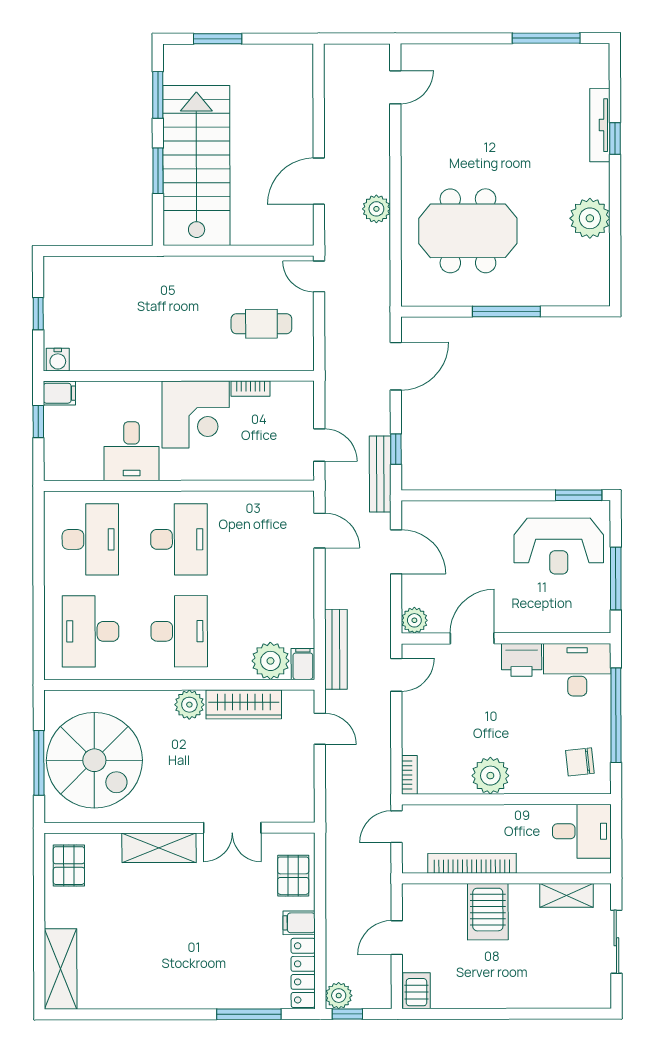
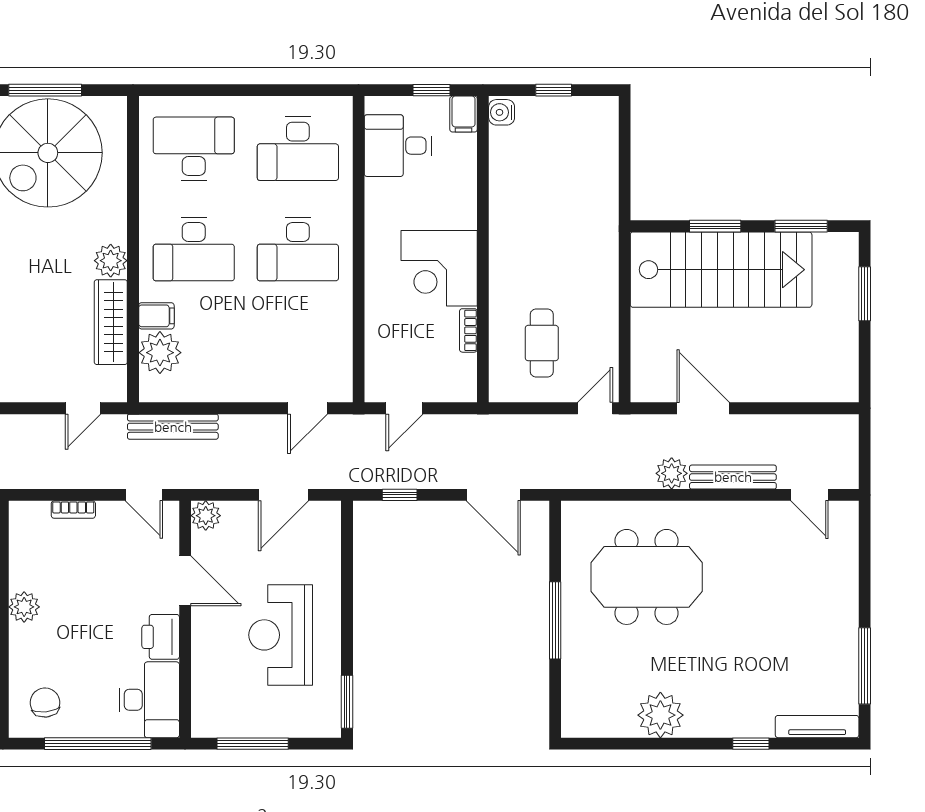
tv unit: (600, 125) -> (817, 727), moved
meeting table: (468, 231) -> (647, 577), turned 90
desk: (132, 451) -> (398, 146), moved
bench: (380, 474) -> (733, 477), moved
reception desk: (559, 546) -> (281, 635), moved
filing cabinet: (303, 664) -> (156, 316), moved
bookcase: (409, 775) -> (73, 510), moved
plant: (490, 776) -> (24, 607), width x0.73, depth x0.73

